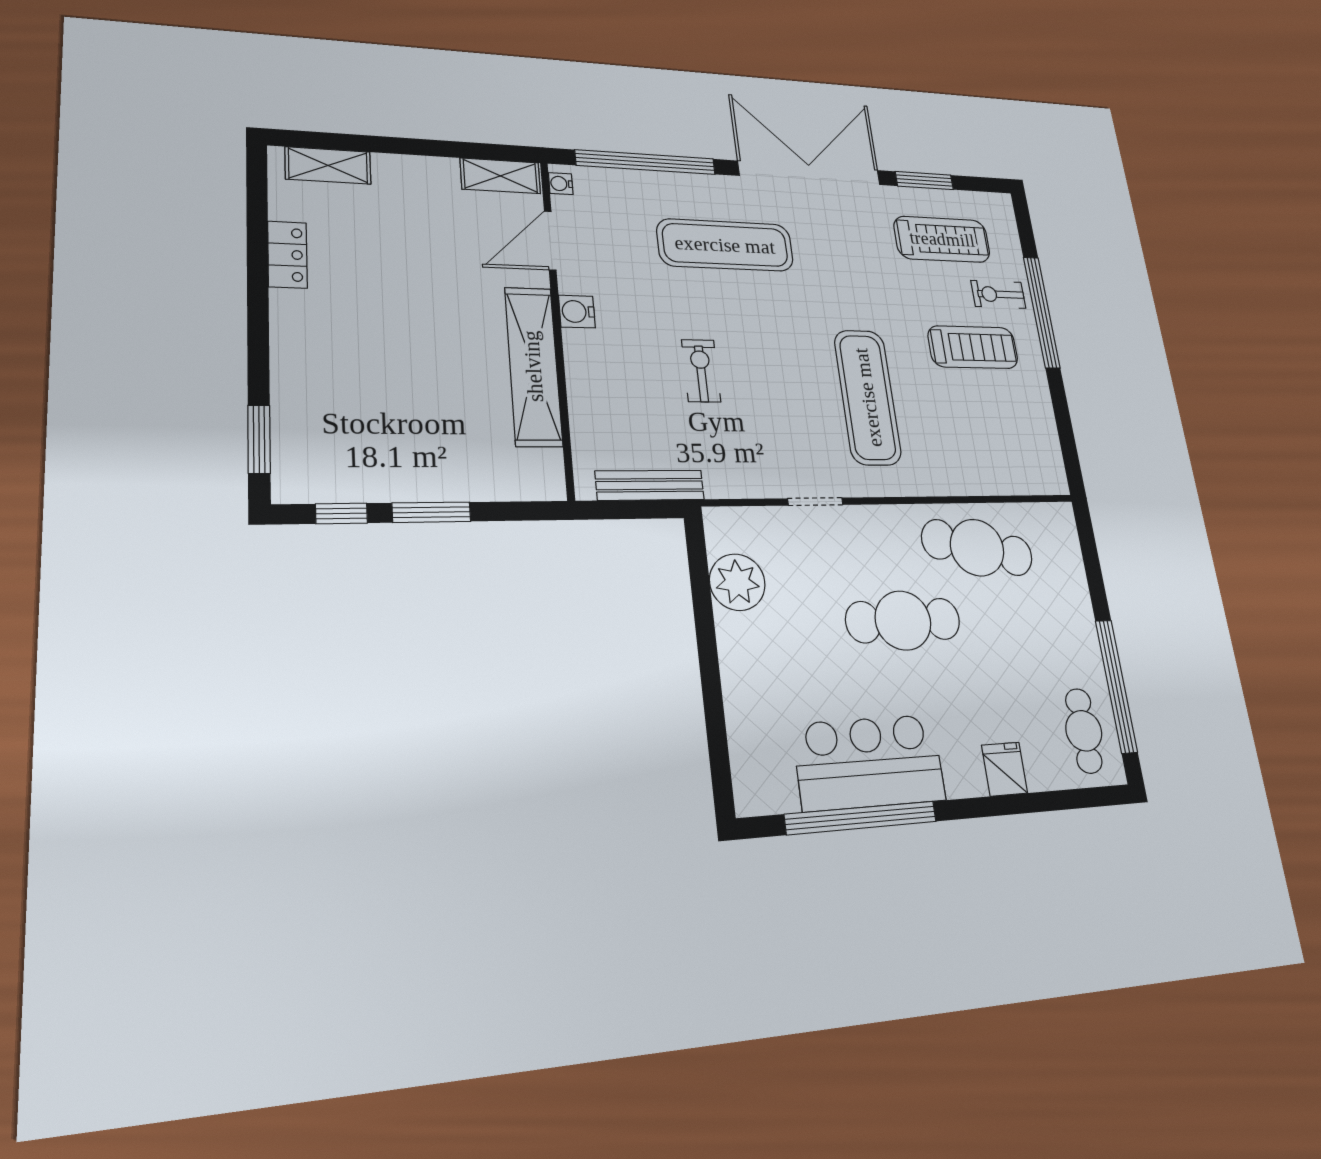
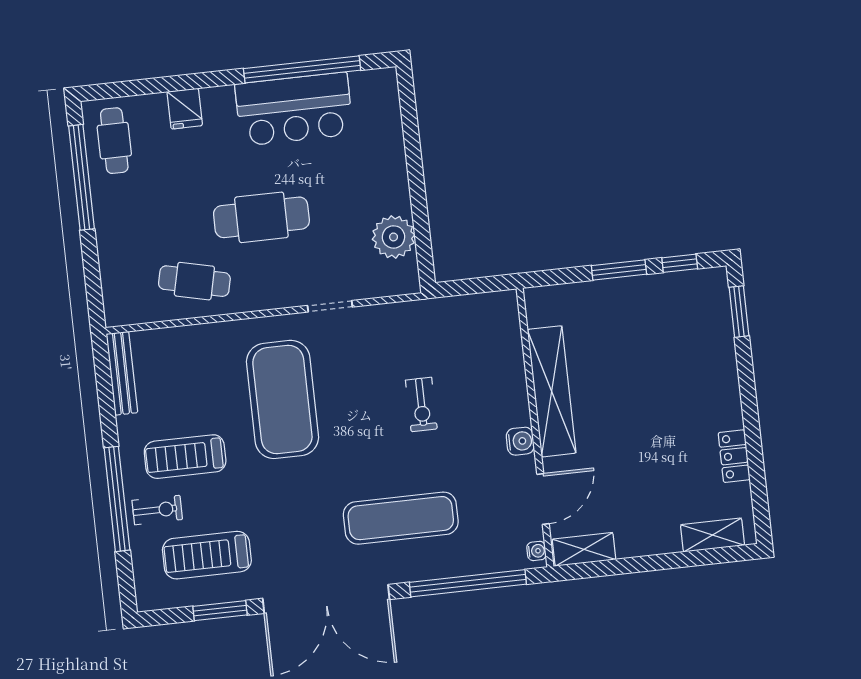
exercise mat: (868, 397) -> (282, 399), width x1.47
bench: (650, 485) -> (122, 373), moved, turned 90
cafe table: (977, 548) -> (194, 281), width x0.73, depth x0.74

